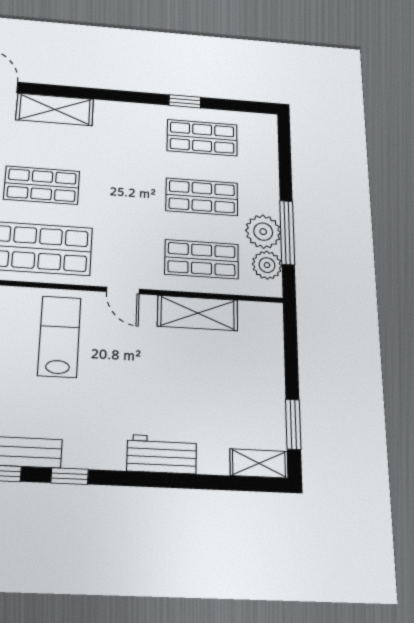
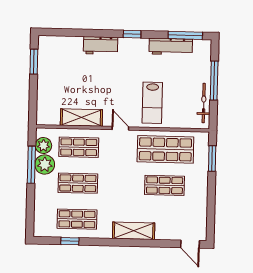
window: (185, 101) -> (70, 241), moved
shelving: (55, 109) -> (134, 231), moved
shelving: (259, 463) -> (52, 42), removed
window: (70, 476) -> (132, 34), moved

